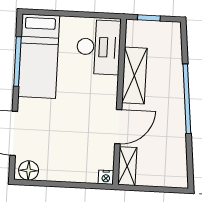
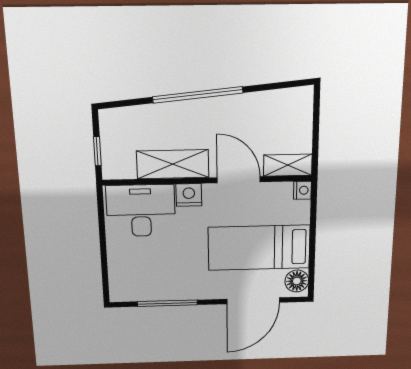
bed: (39, 56) -> (259, 248), moved, turned 180
nightstand: (109, 86) -> (189, 195), added

